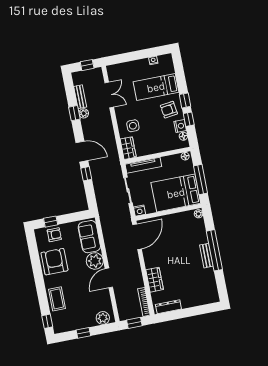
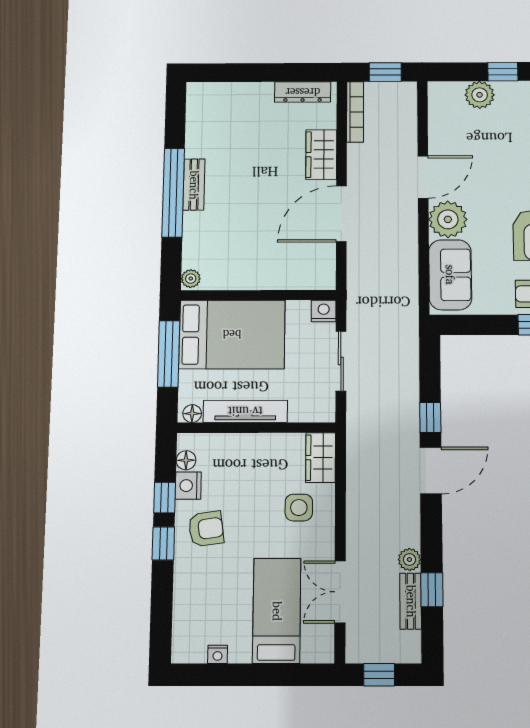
bed: (156, 87) -> (277, 611), moved, turned -90
window: (74, 113) -> (432, 590), moved
door: (82, 152) -> (431, 470), swing flipped
tv unit: (143, 165) -> (245, 411), moved
door: (137, 237) -> (341, 214), moved
plant: (103, 318) -> (480, 95), moved

